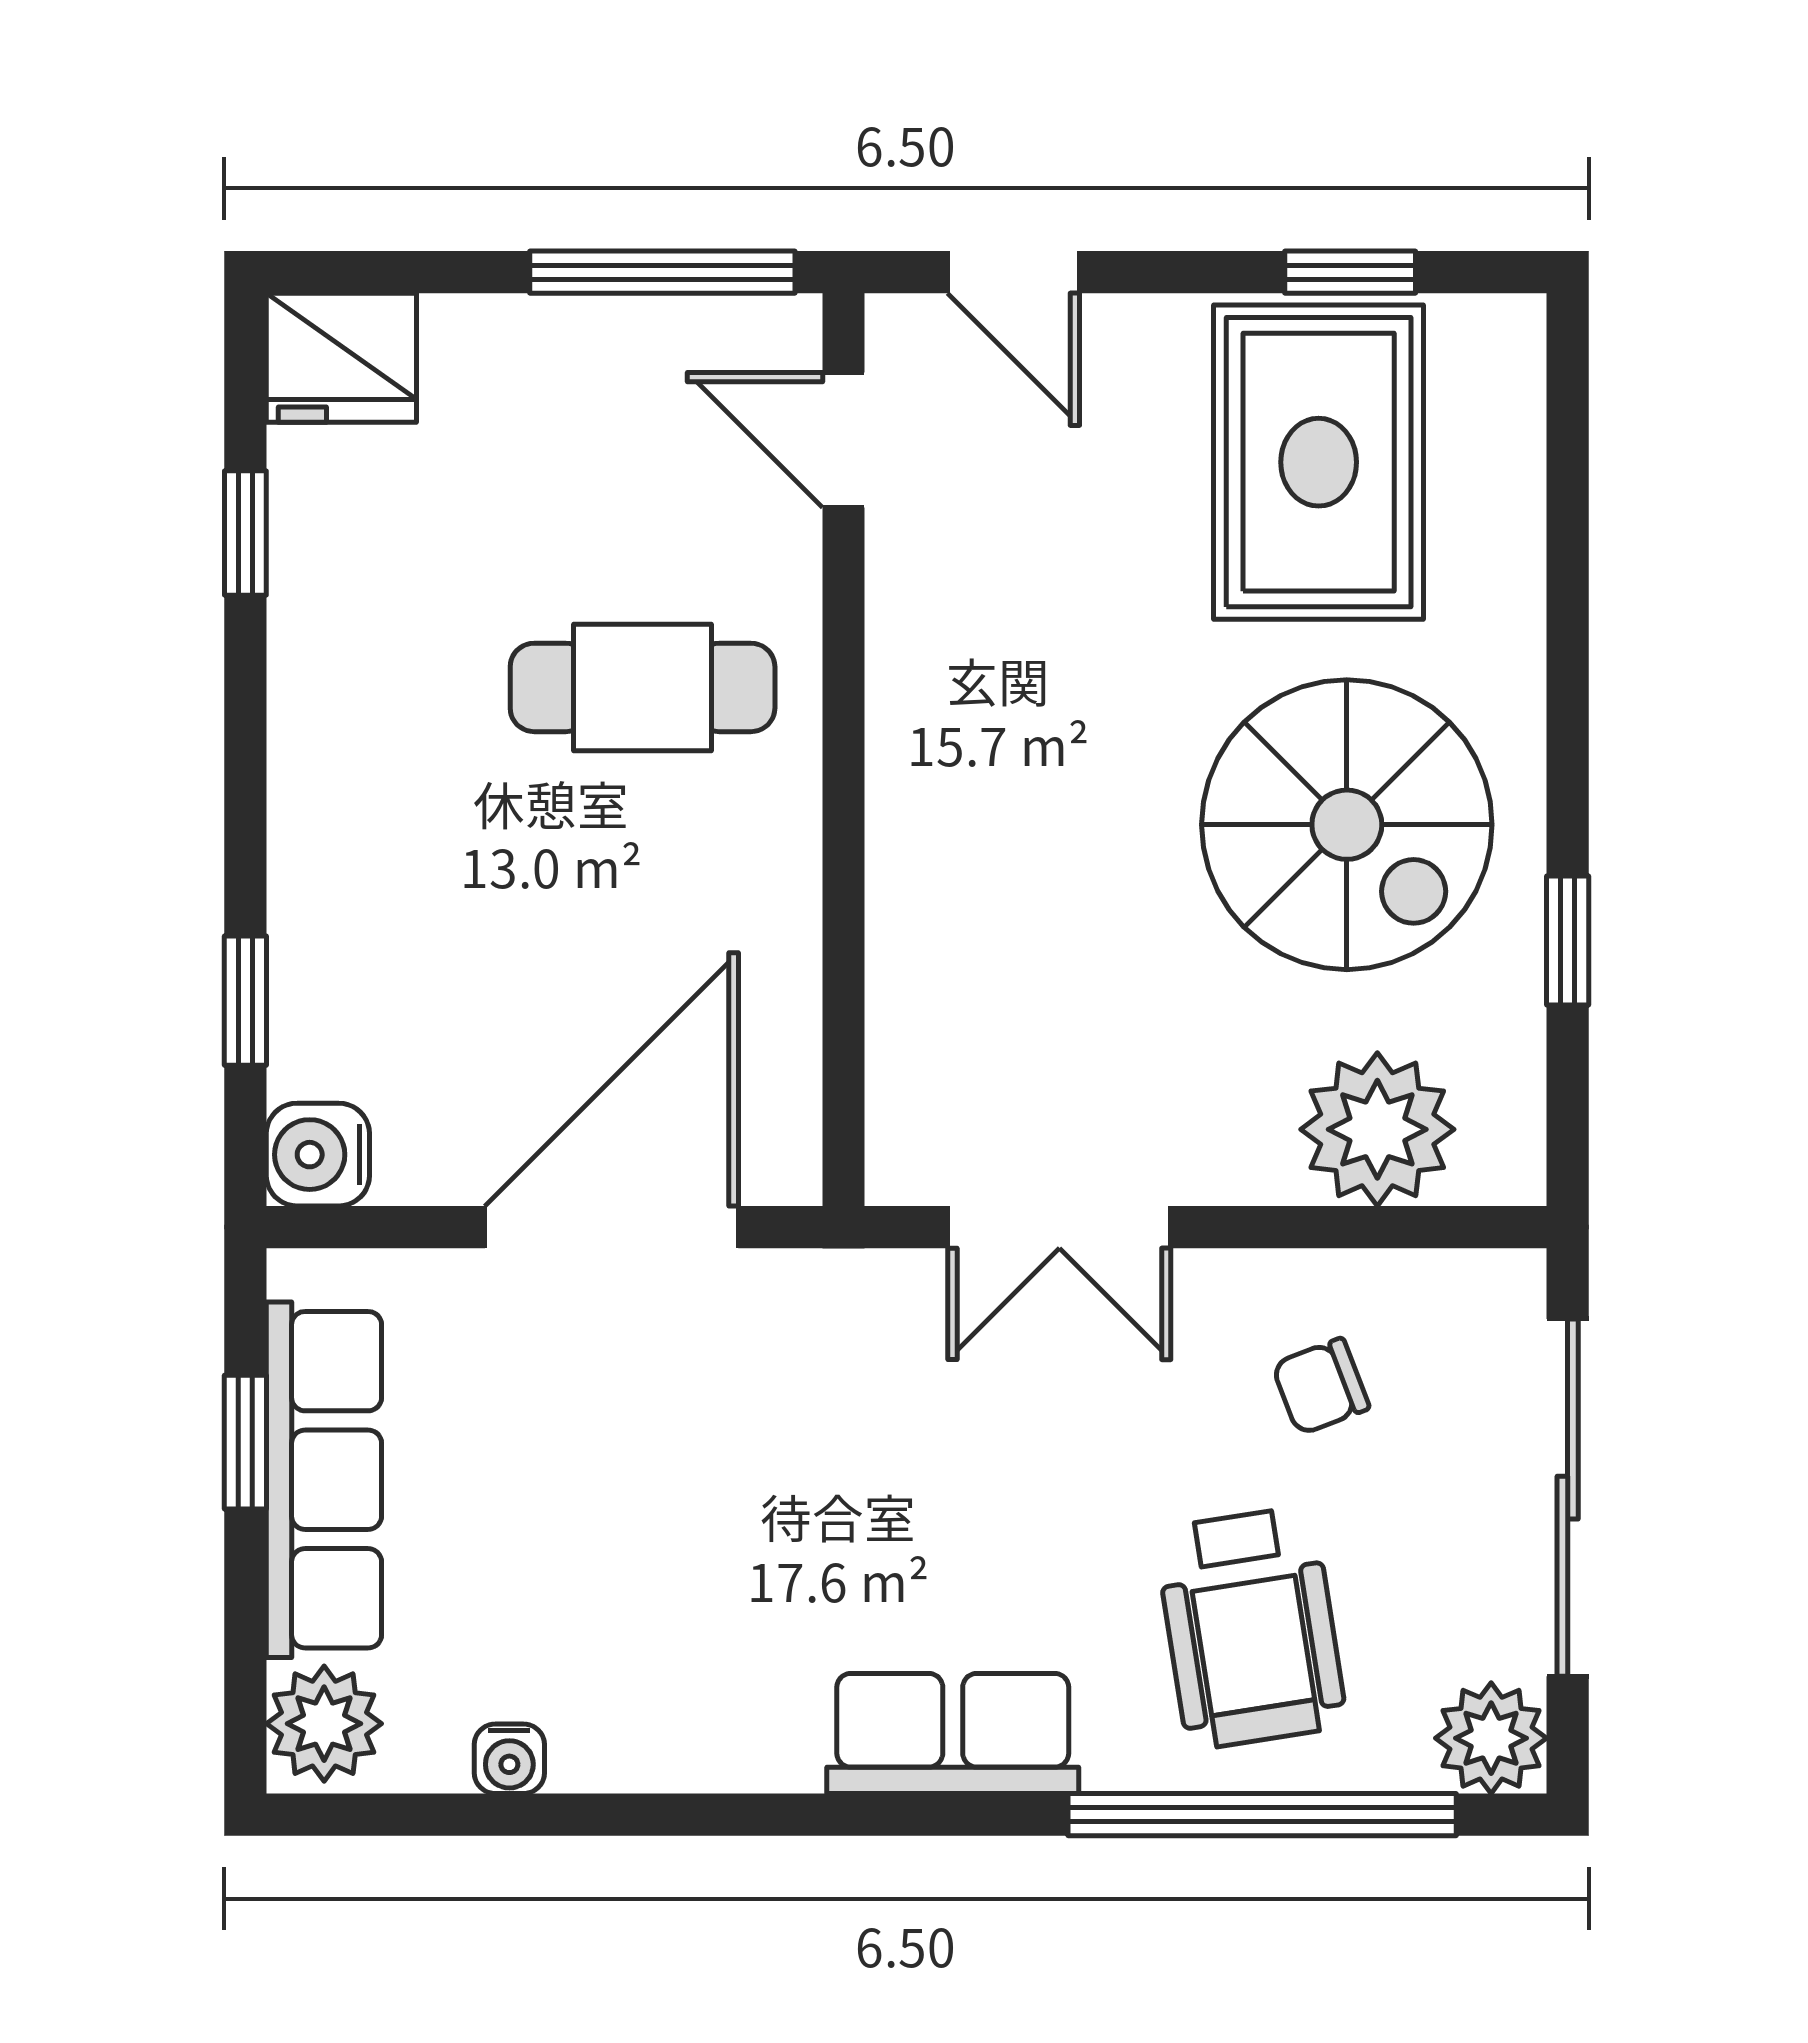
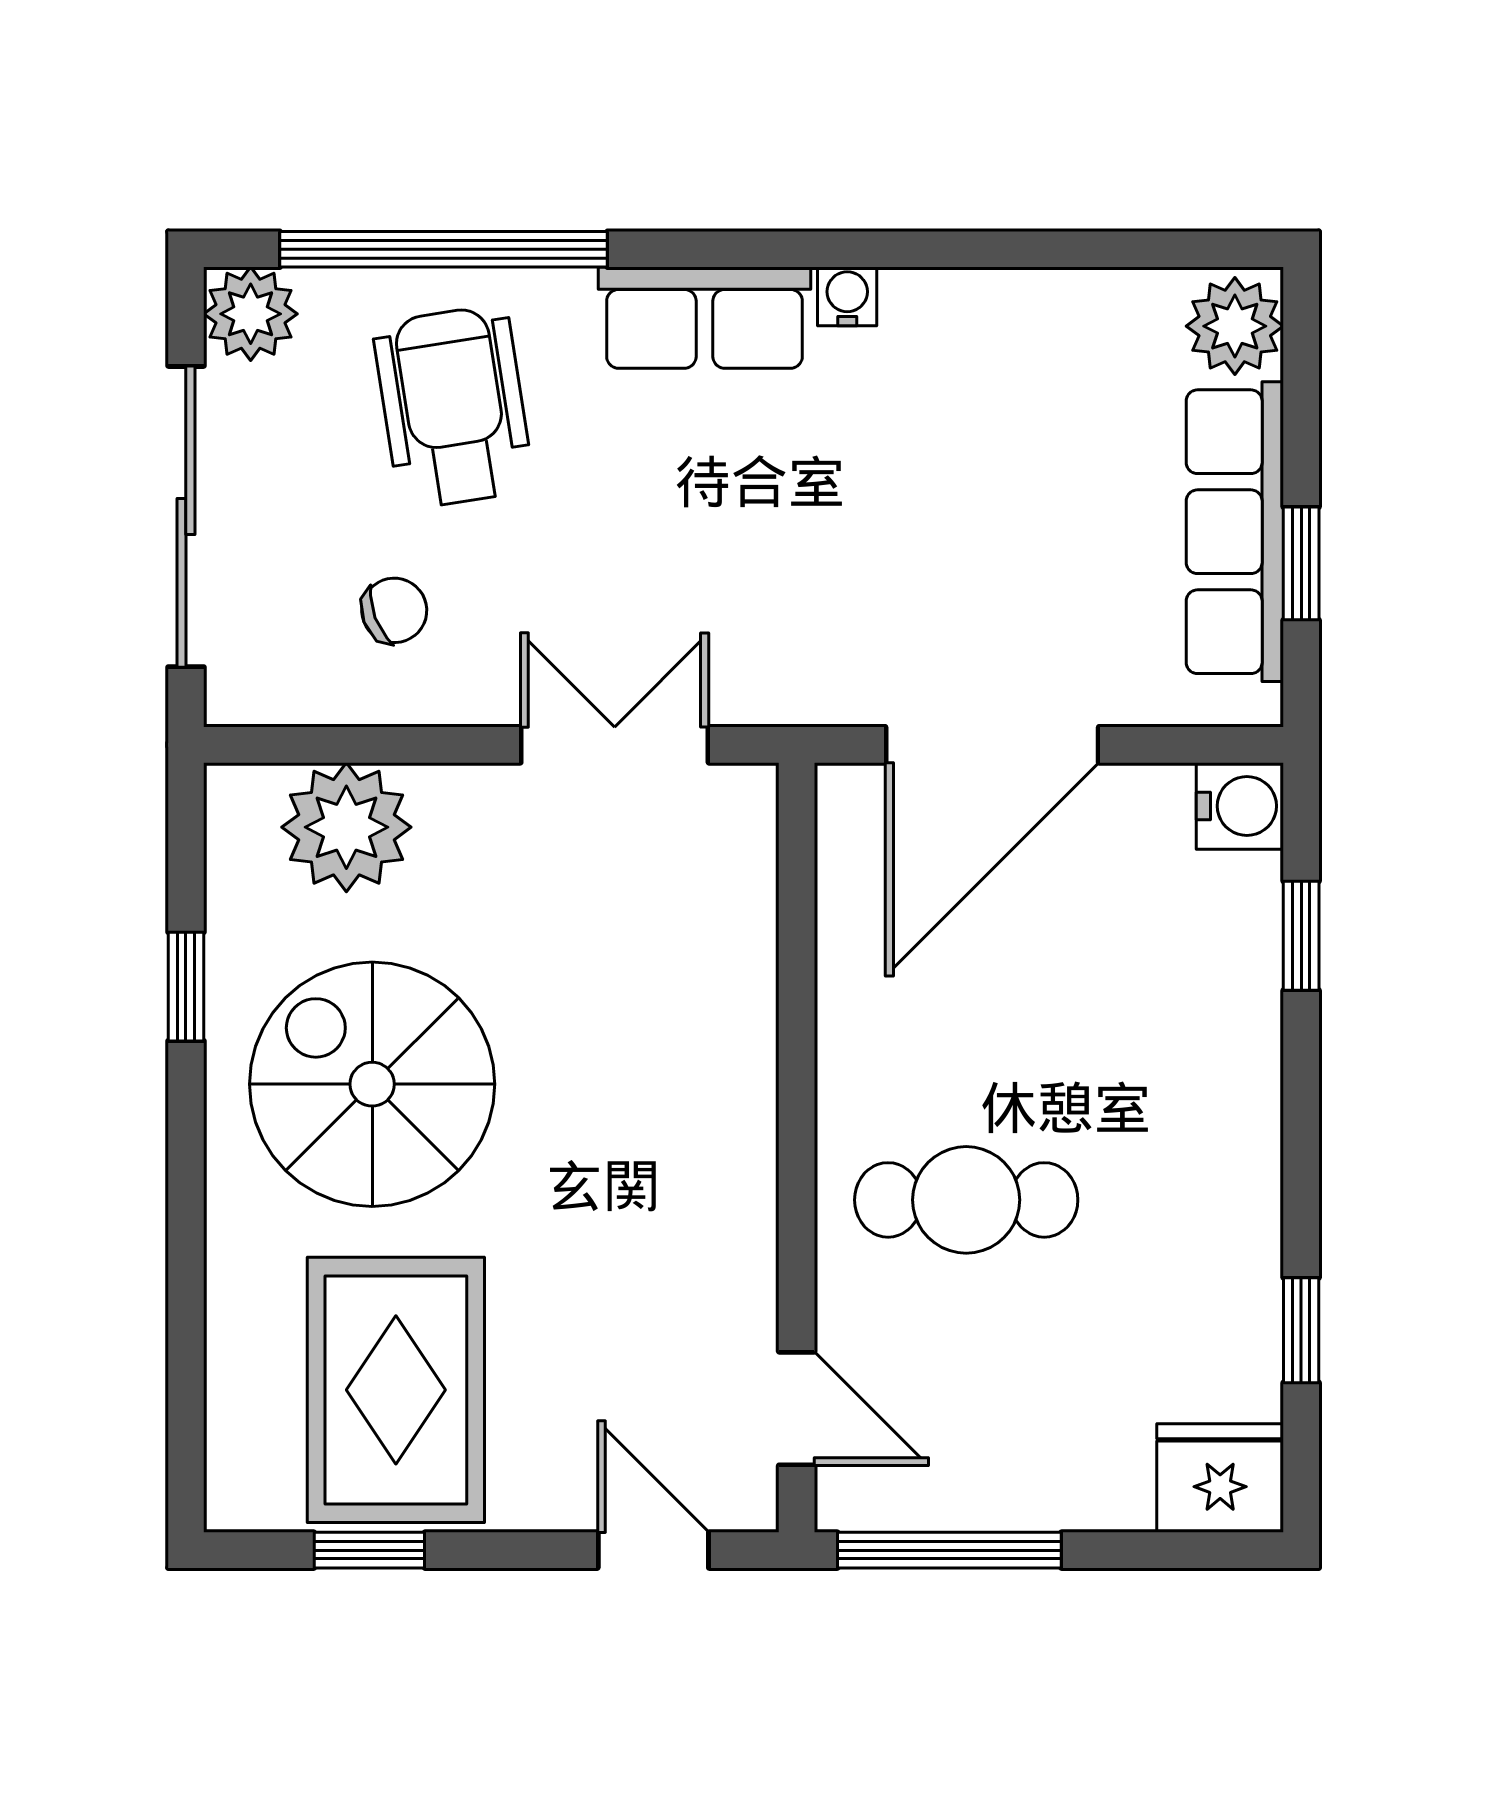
water cooler: (509, 1759) -> (847, 296), moved

